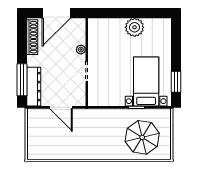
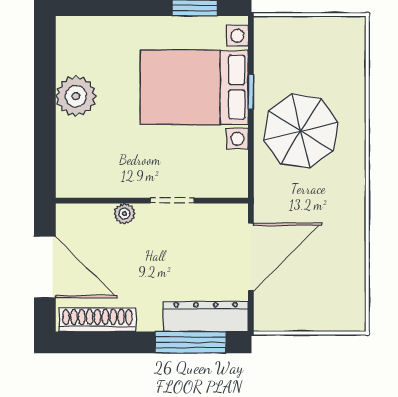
bed with nightstands: (146, 81) -> (194, 87), width x1.36
door: (61, 107) -> (251, 257), width x1.36
parasol: (142, 137) -> (301, 131), moved

